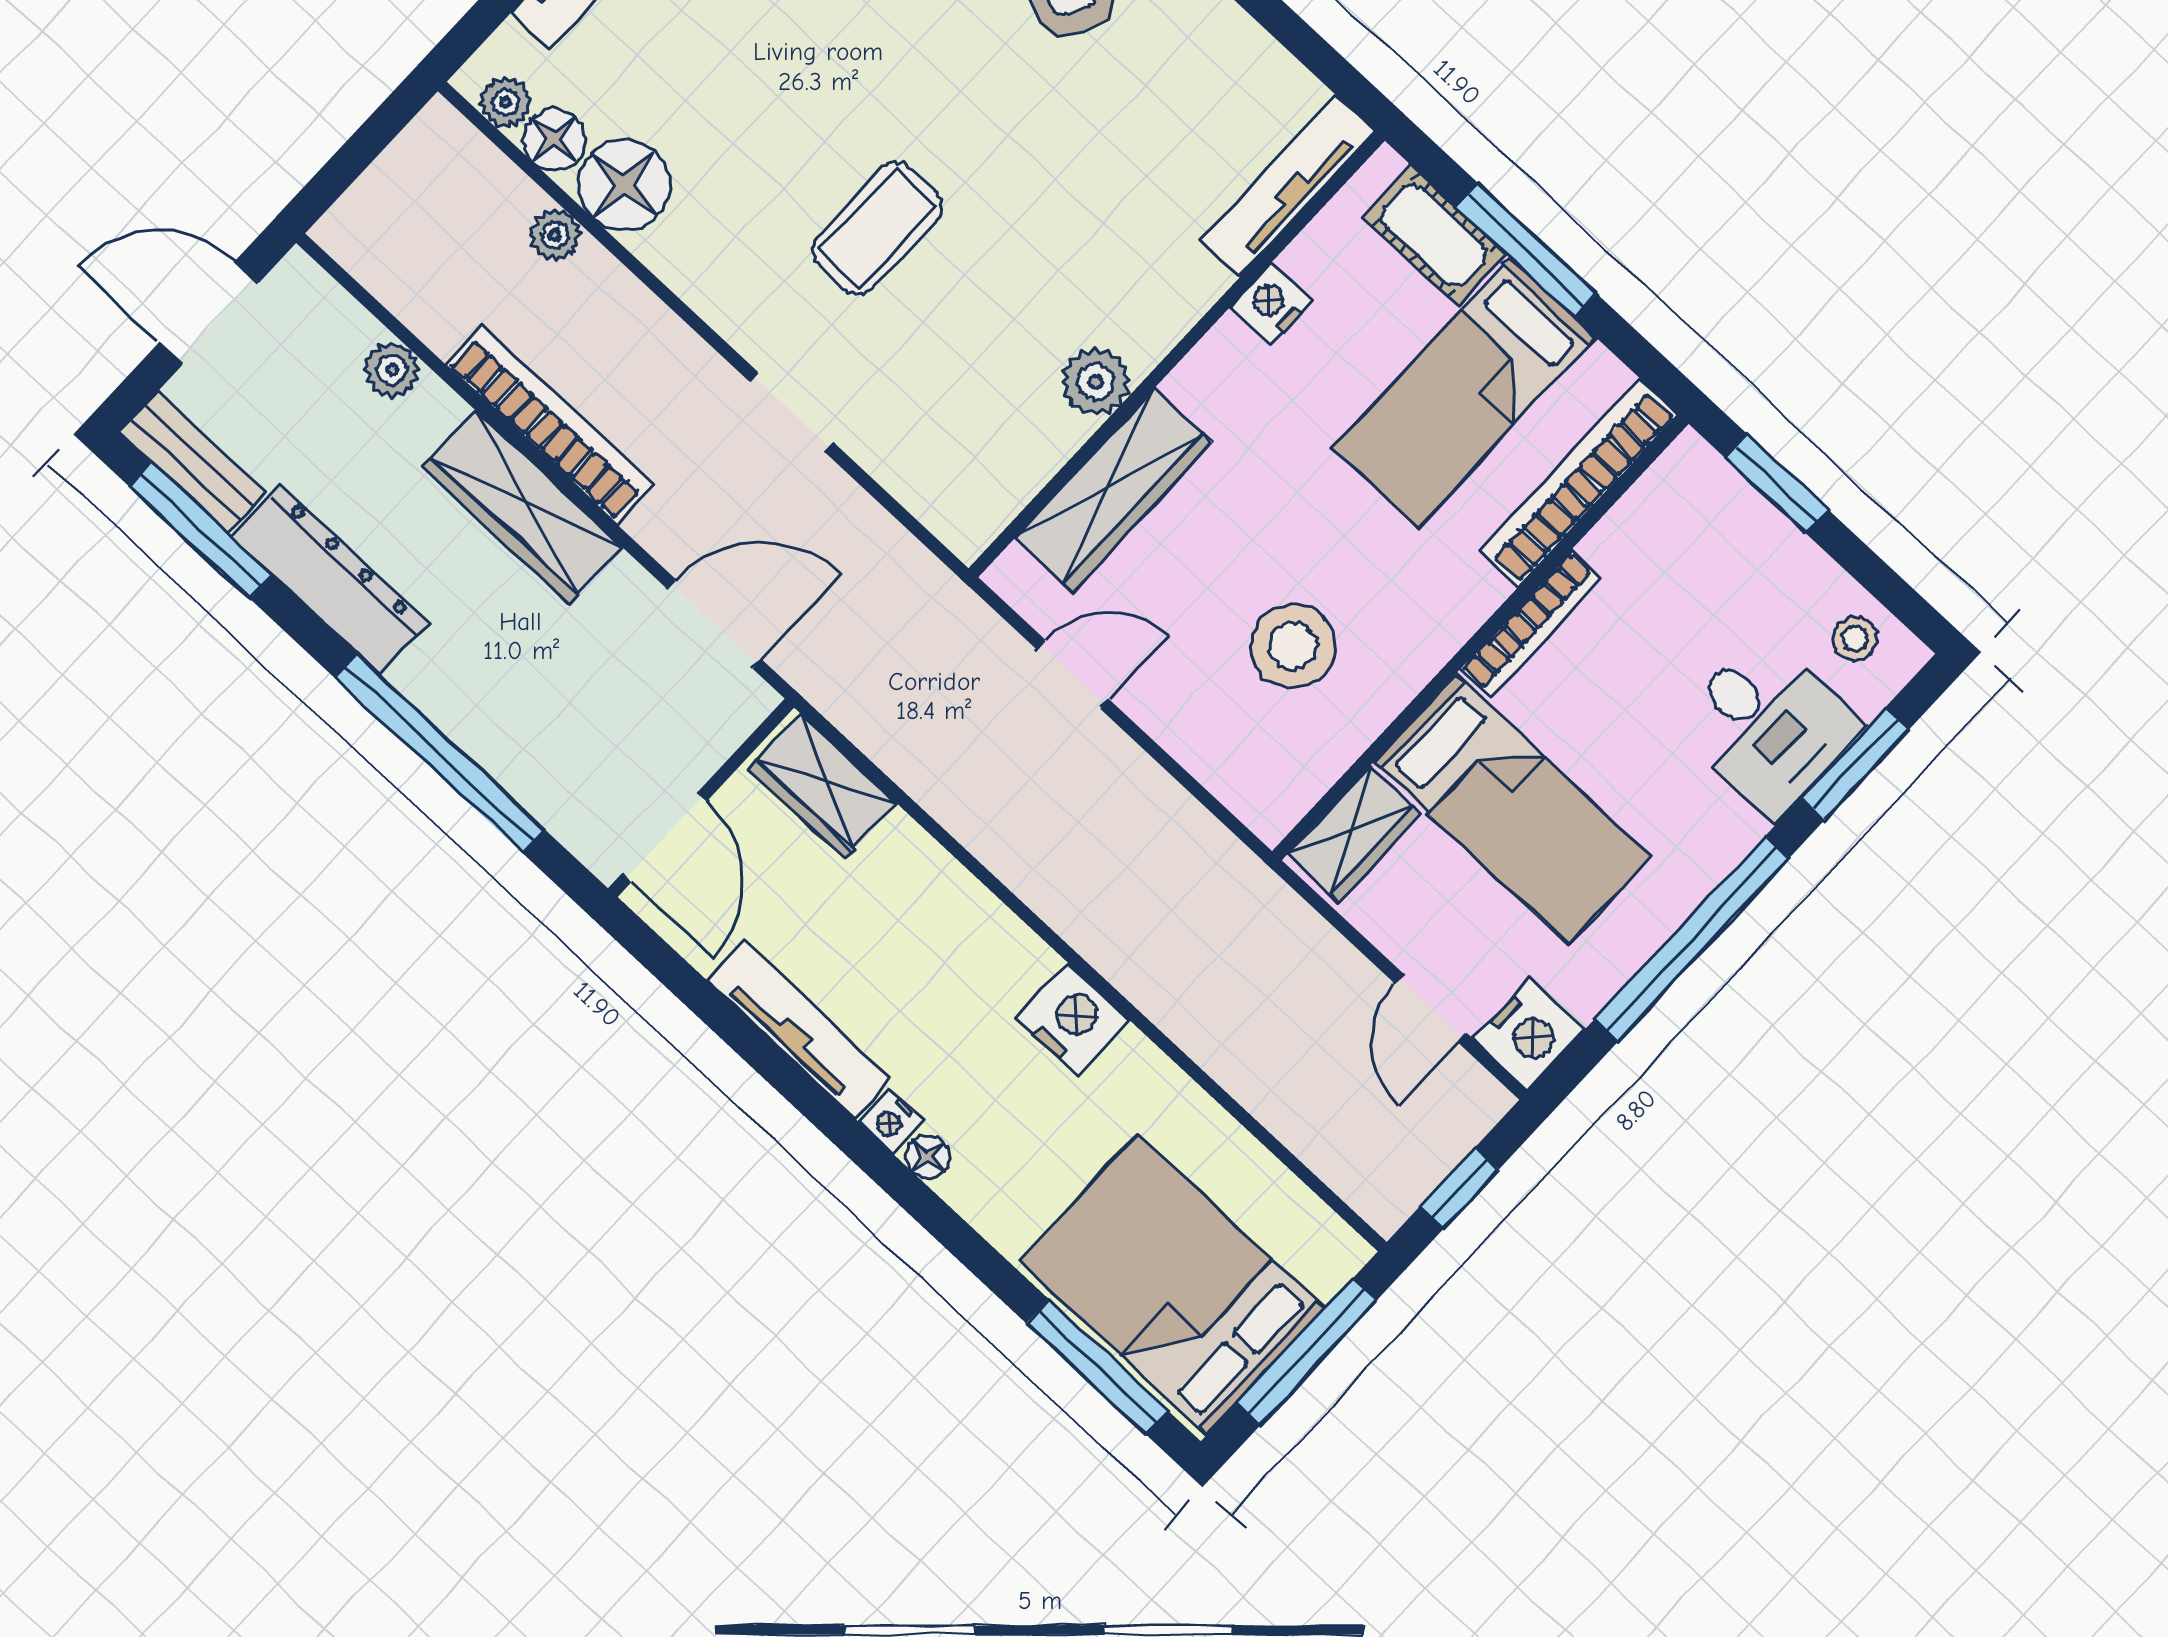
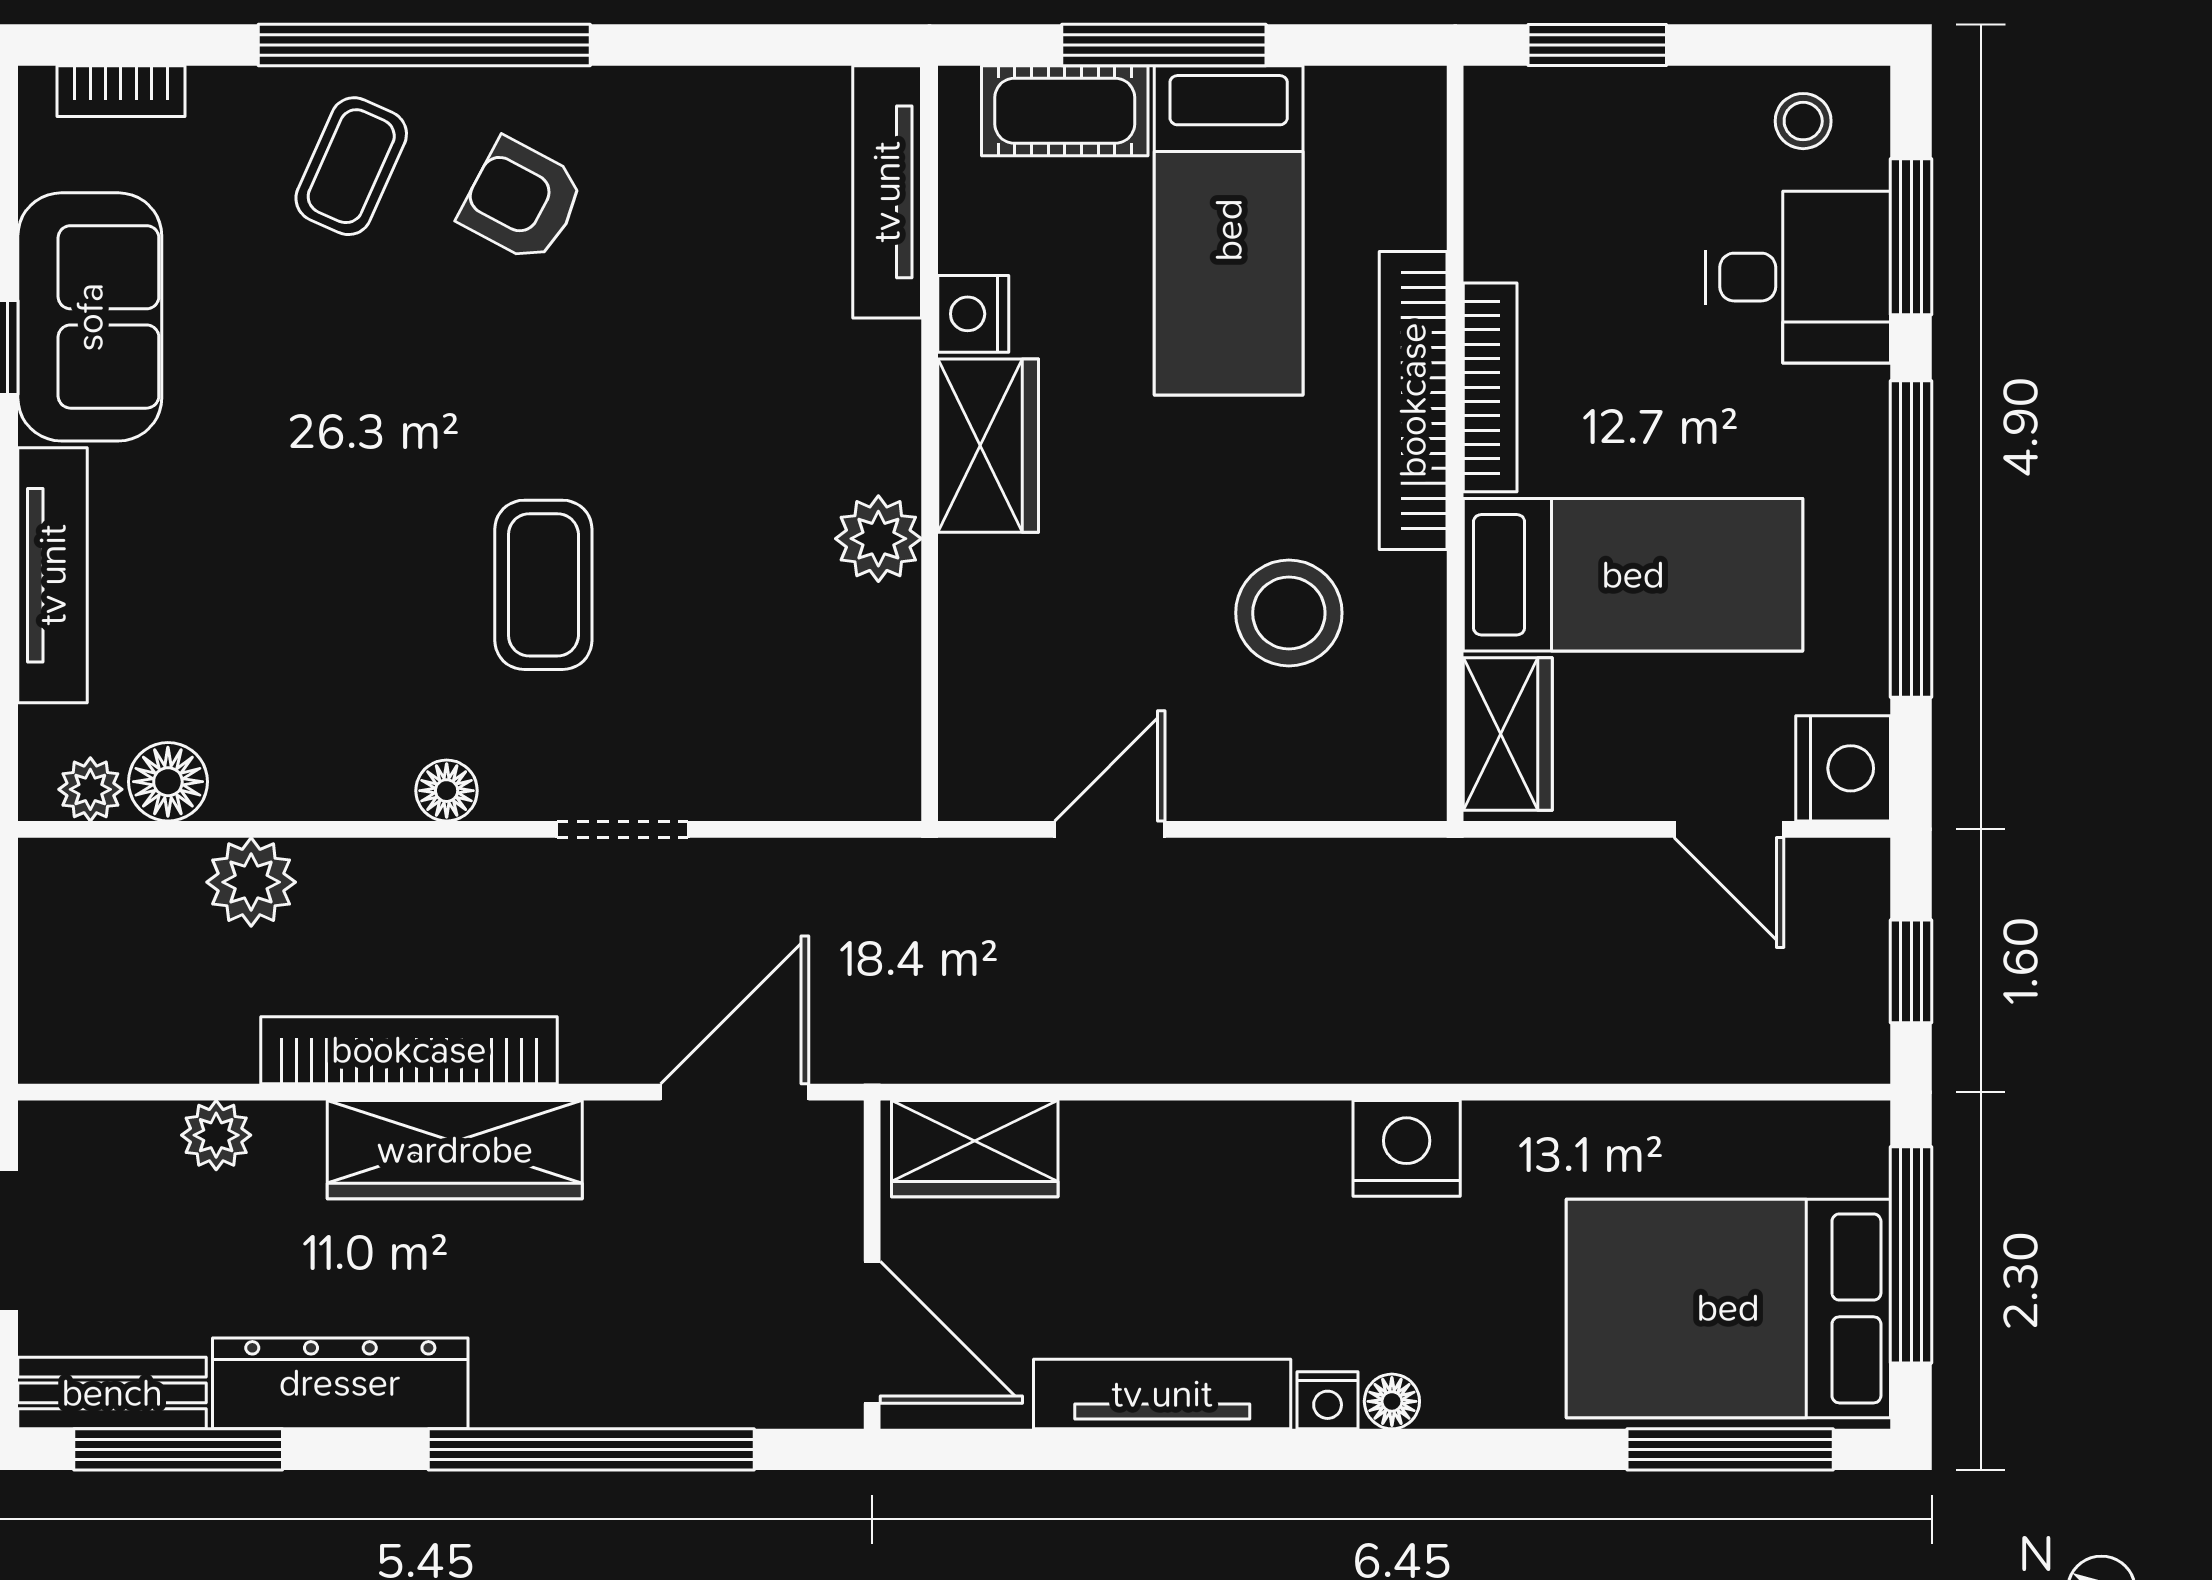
floor lamp: (624, 185) -> (447, 791), moved, width x0.53, depth x0.53
plant: (555, 235) -> (251, 882), width x1.38, depth x1.38
bookcase: (1579, 483) -> (1413, 400), moved
wardrobe: (1113, 490) -> (988, 446), moved, width x0.67

